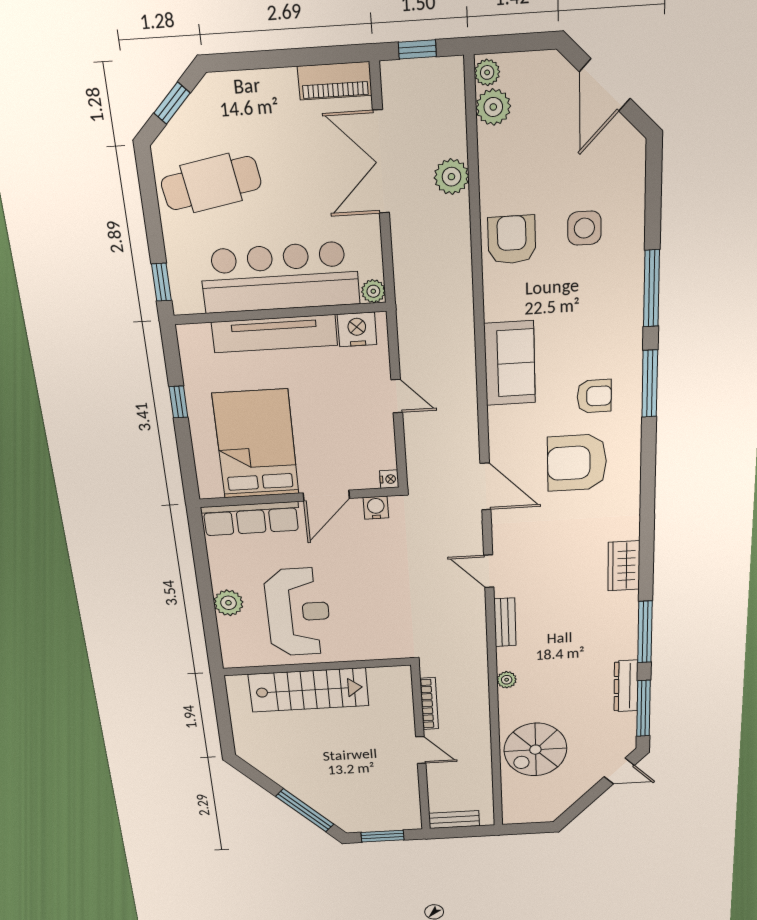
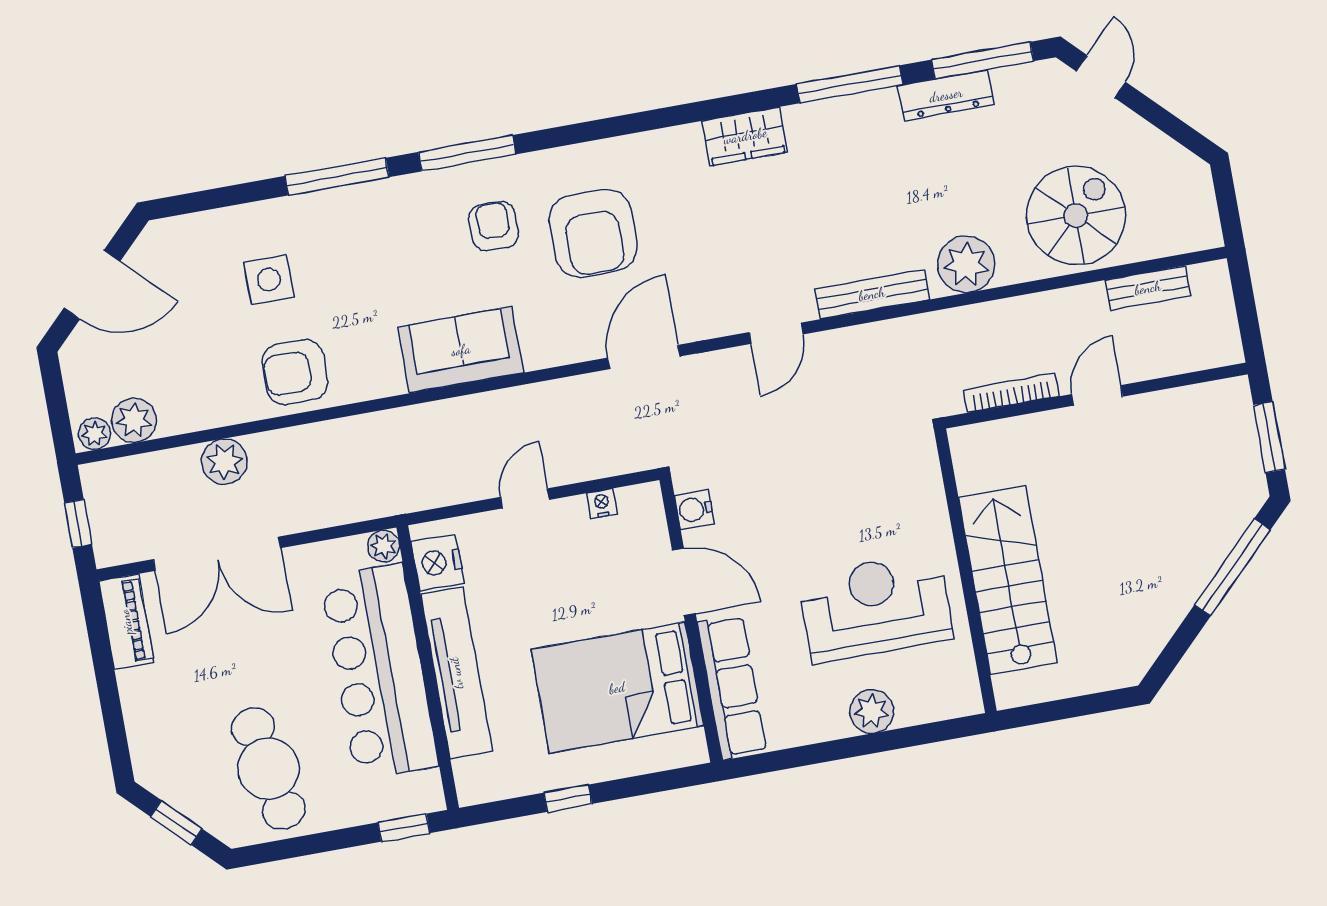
nightstand: (389, 479) -> (602, 504), moved
bench: (505, 622) -> (872, 294), width x1.36
plant: (507, 680) -> (966, 264), width x1.88, depth x1.88
spiral stairs: (535, 750) -> (1076, 216), turned -90
bench: (454, 820) -> (1148, 288), moved, turned 90

